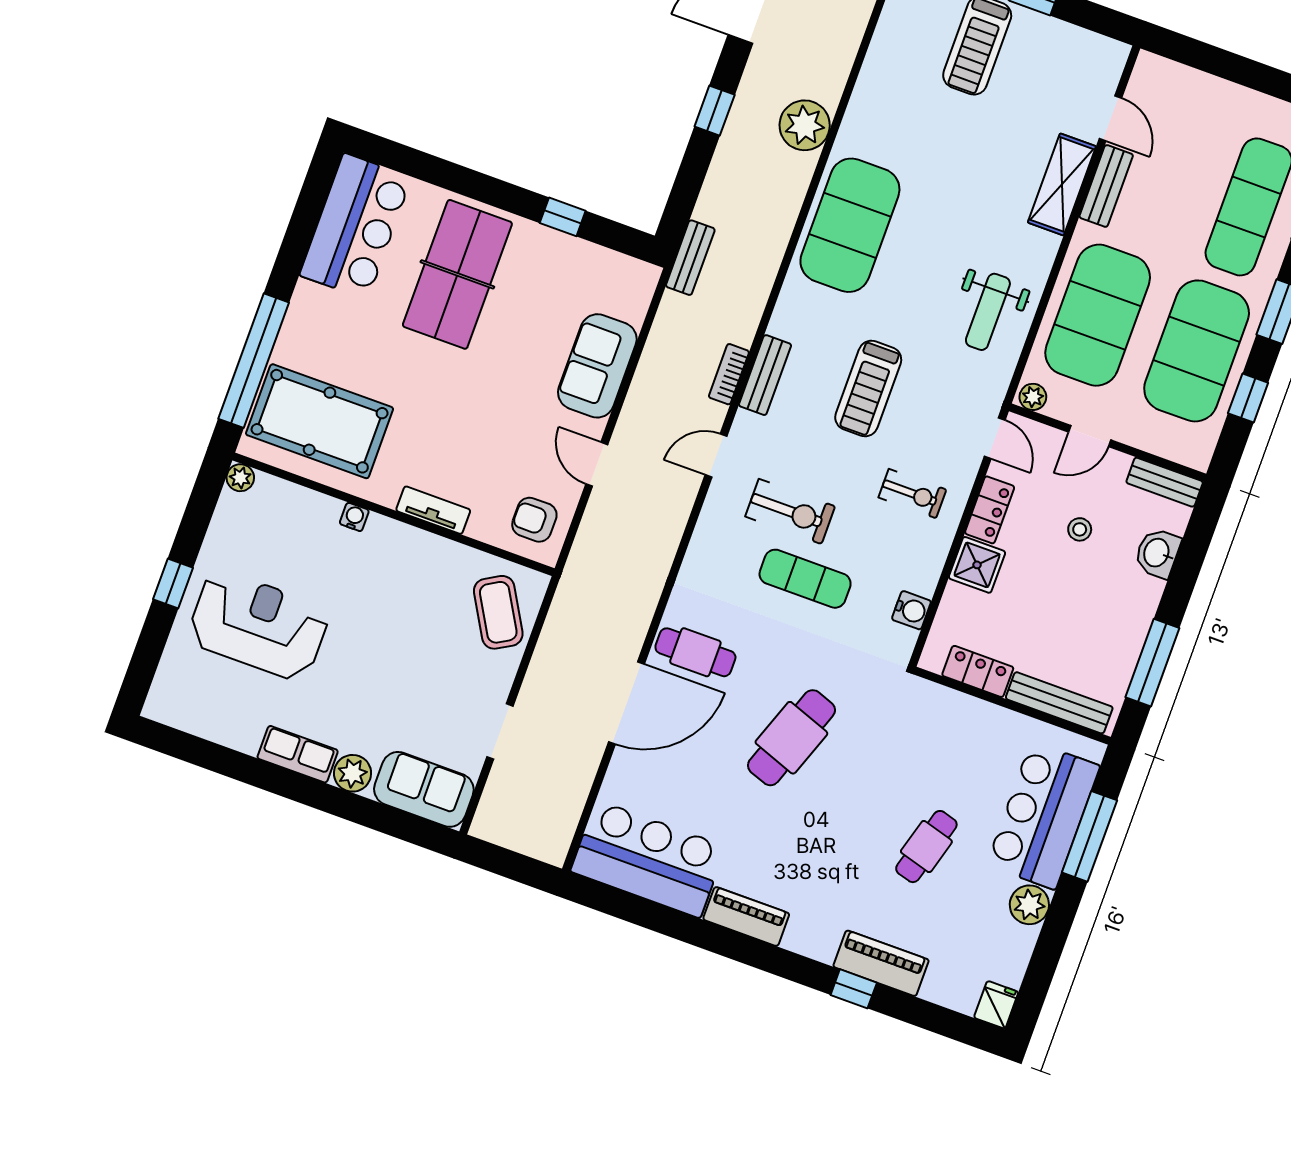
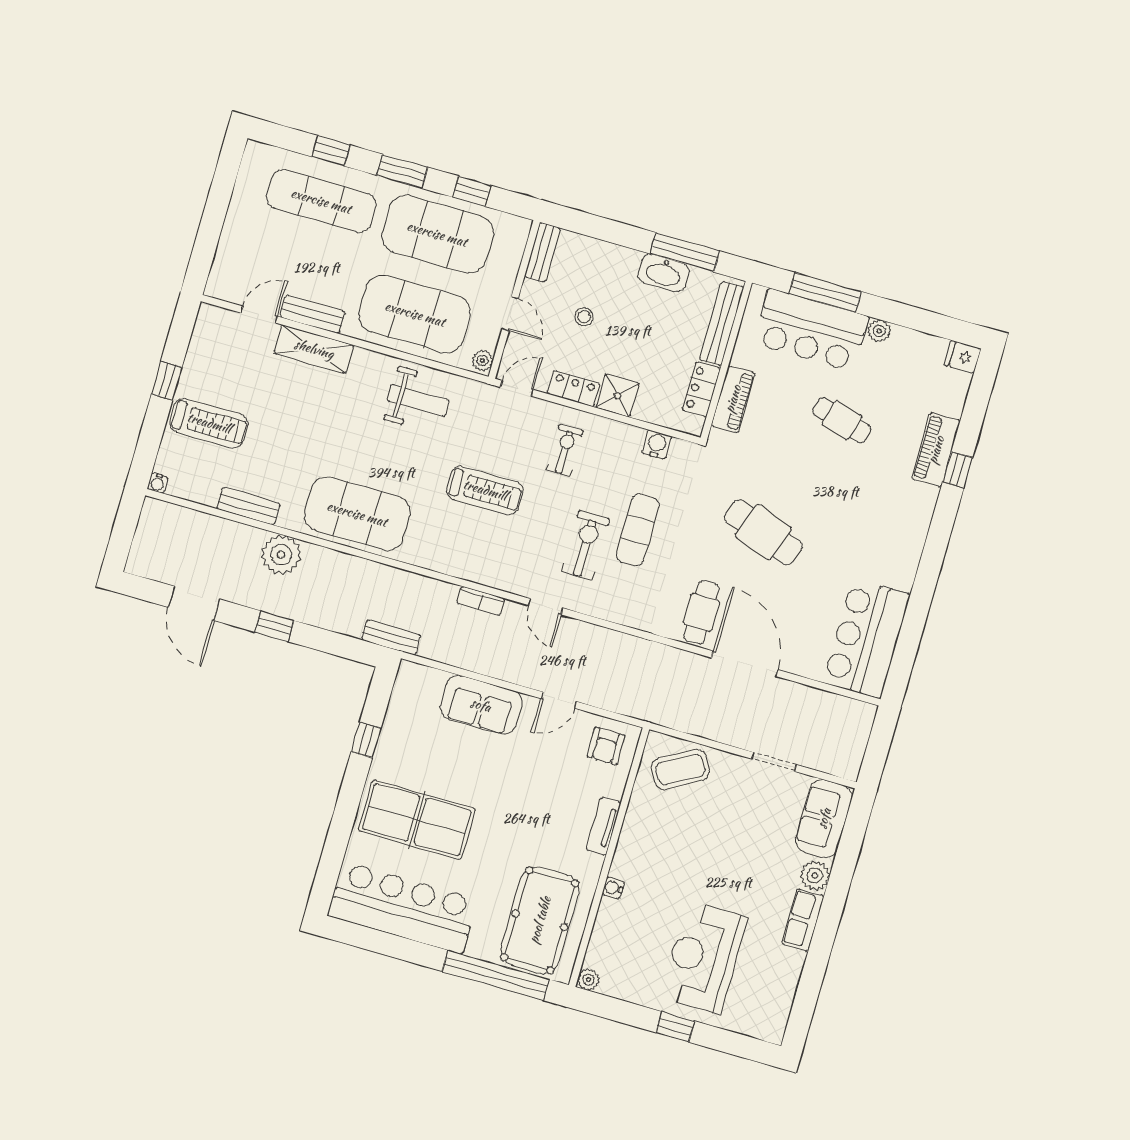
bar counter: (356, 226) -> (403, 908), width x1.36
bench: (765, 375) -> (248, 506), moved
washbasin: (1157, 553) -> (663, 273), moved, width x1.38
plant: (1029, 905) -> (879, 331), width x0.73, depth x0.73
piano: (746, 916) -> (733, 399), moved, turned 180

